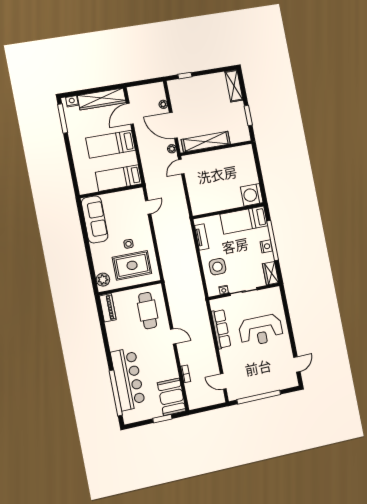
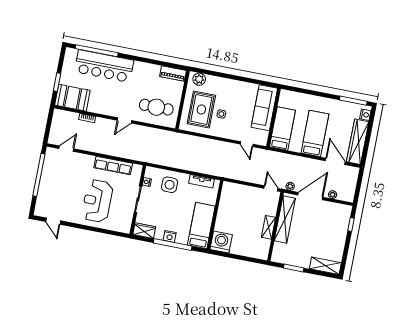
shelving: (220, 155) -> (268, 227), added
sofa: (95, 219) -> (264, 108), moved, turned 90

